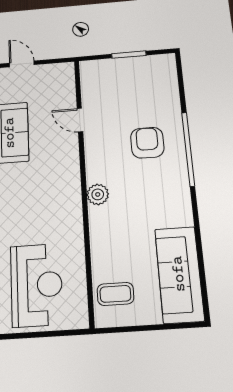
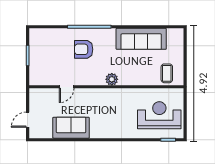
sofa: (179, 274) -> (141, 39), moved

